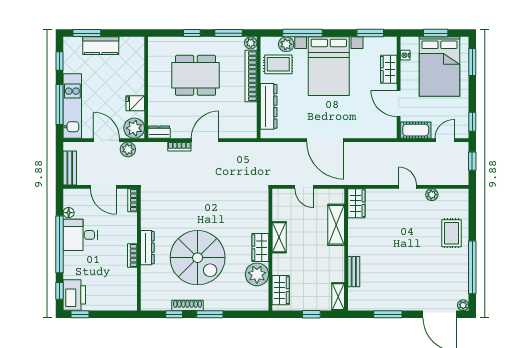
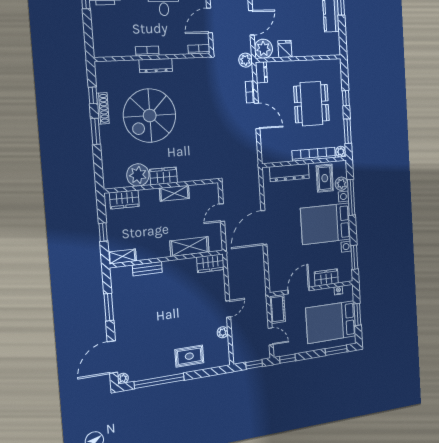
plant: (128, 149) -> (246, 60), moved

